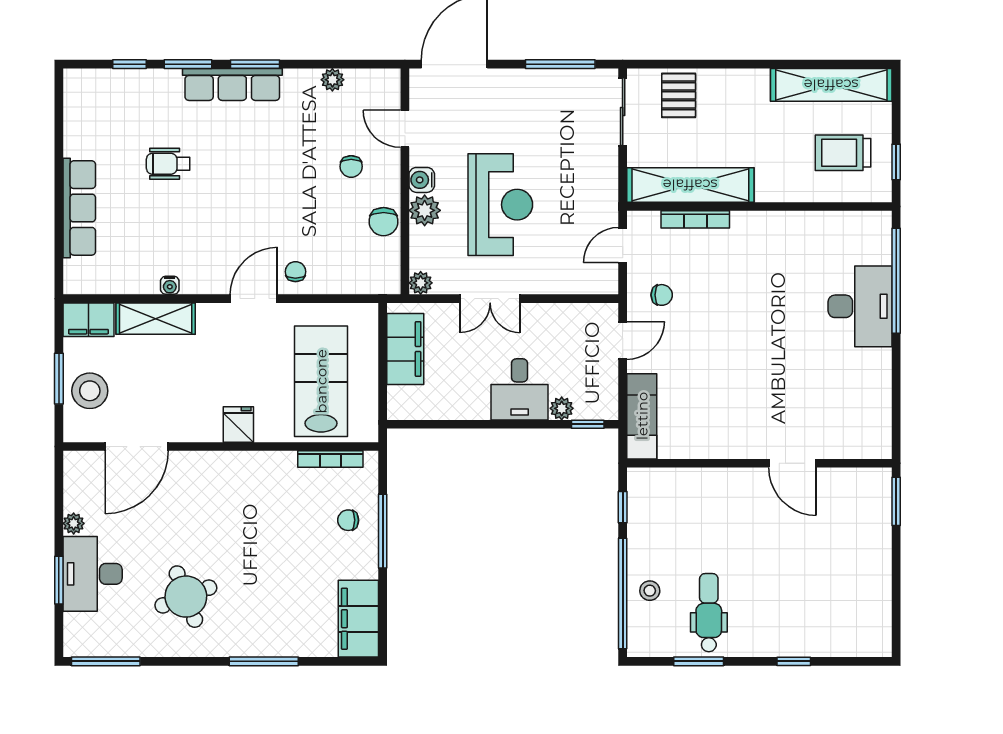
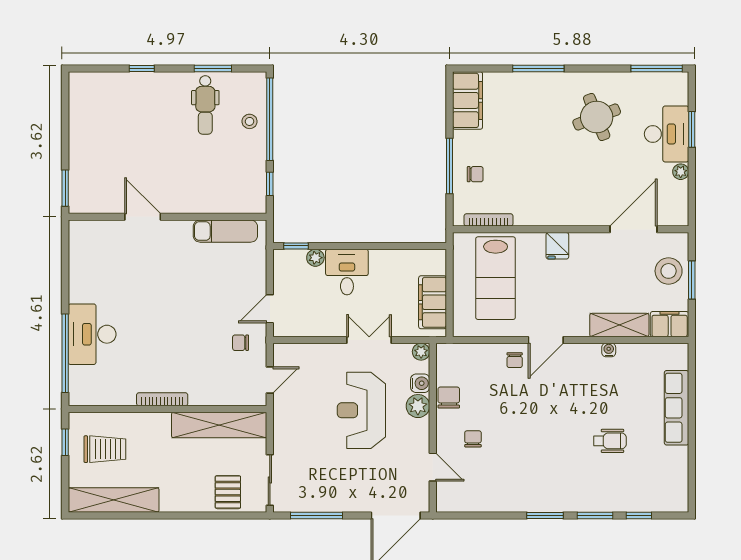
plant: (332, 80) -> (487, 504), removed
row of seats: (232, 84) -> (562, 500), removed
water cooler: (422, 180) -> (420, 383), moved
bookcase: (695, 219) -> (162, 399), moved
exam couch: (642, 416) -> (225, 231), moved, turned -90

